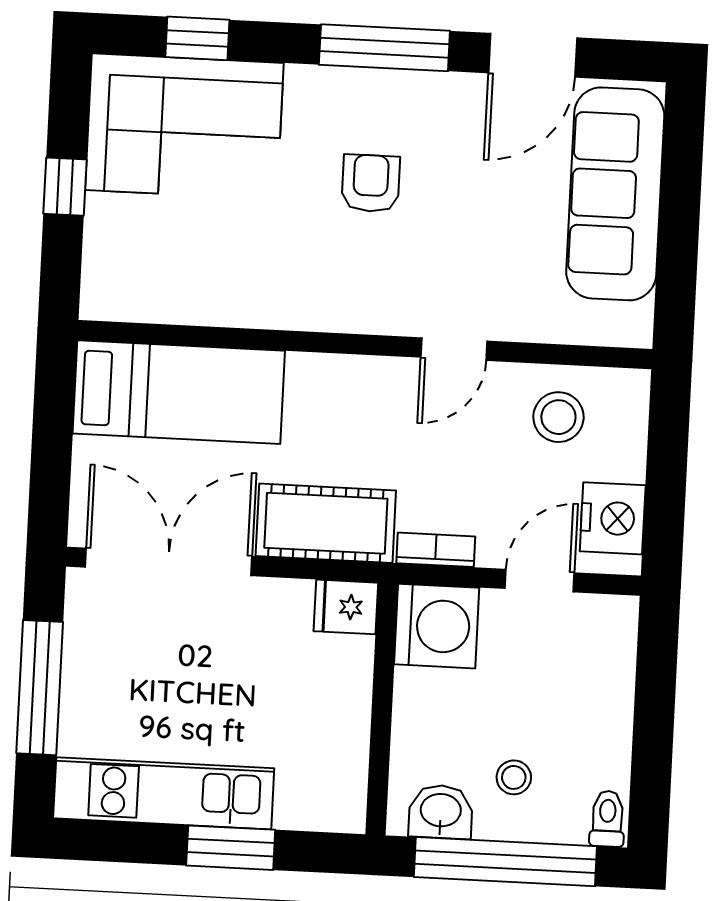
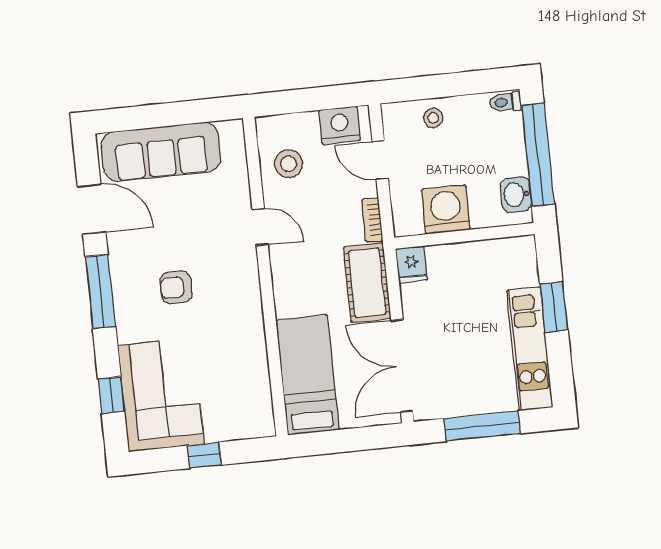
washing machine: (437, 626) -> (446, 209), moved
stool: (514, 777) -> (433, 118), moved

